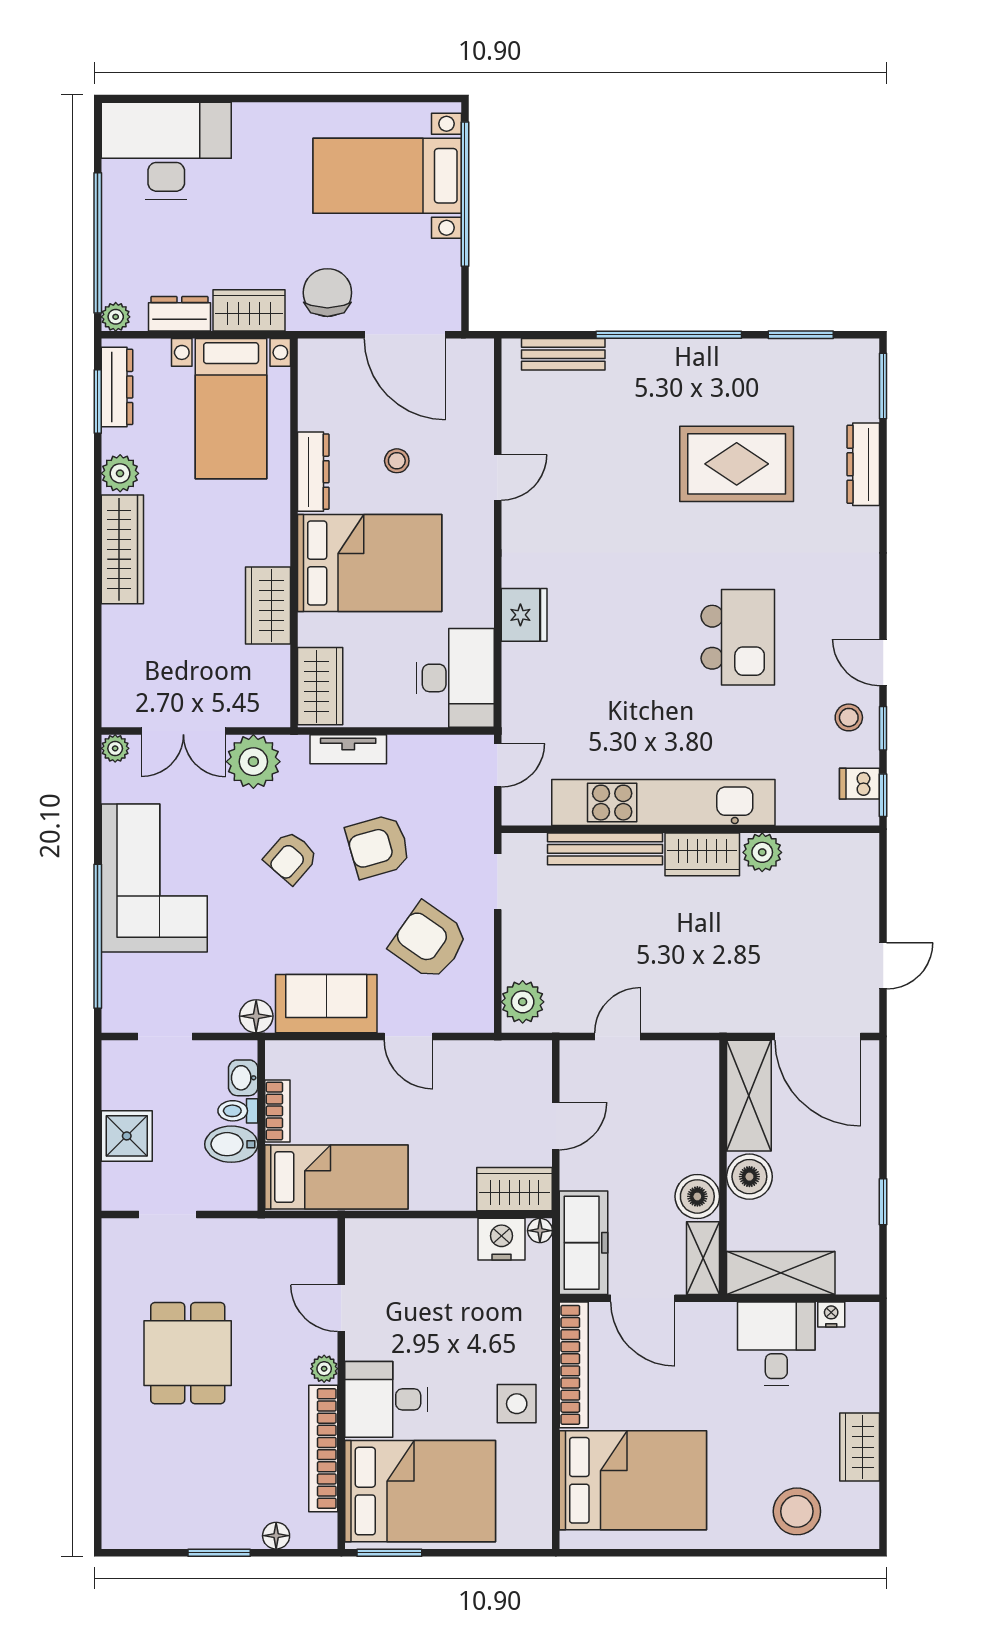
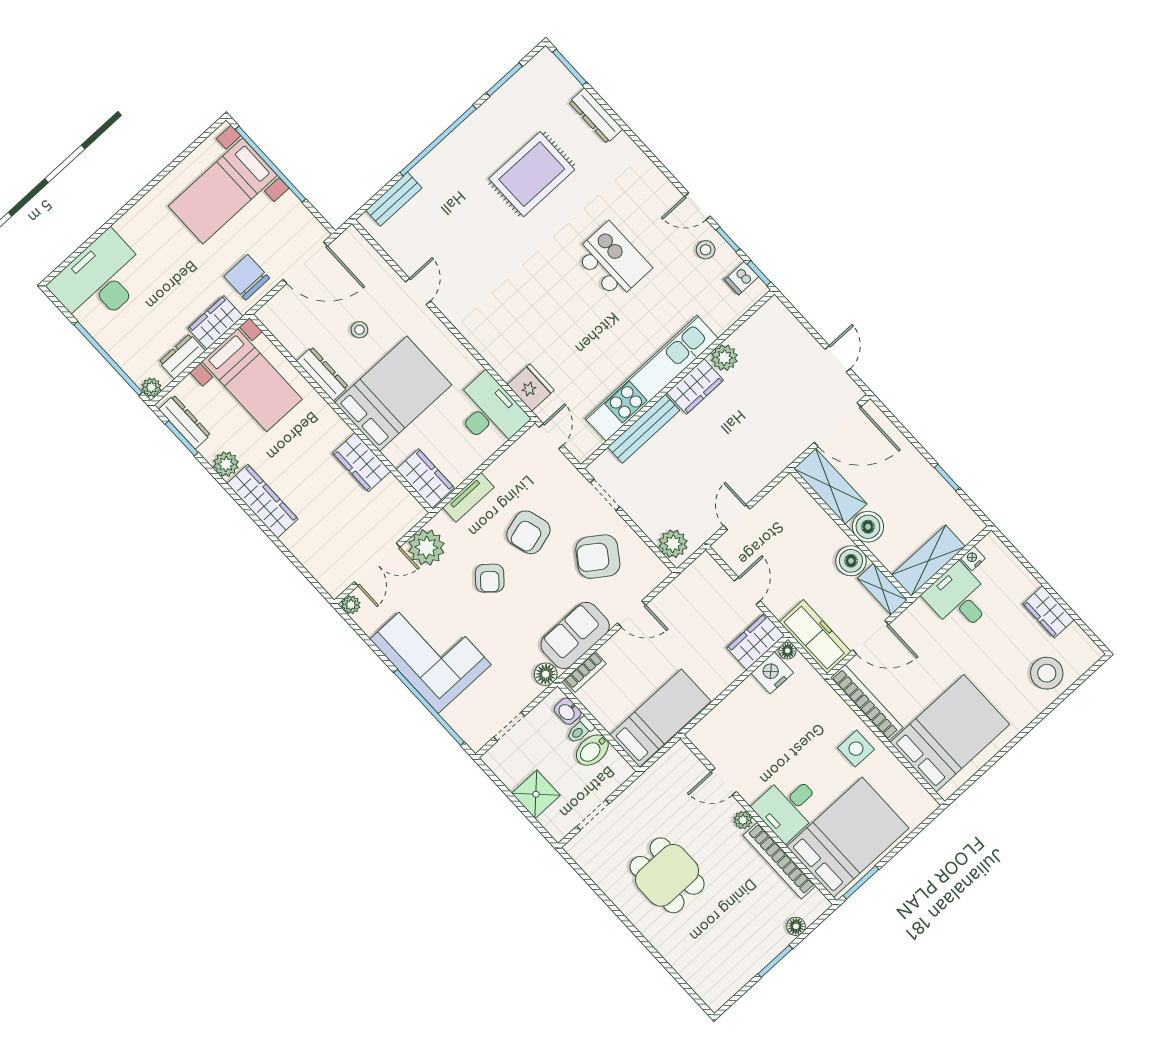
fridge: (524, 615) -> (531, 387), moved
bookcase: (277, 1111) -> (585, 672), moved, turned 90

